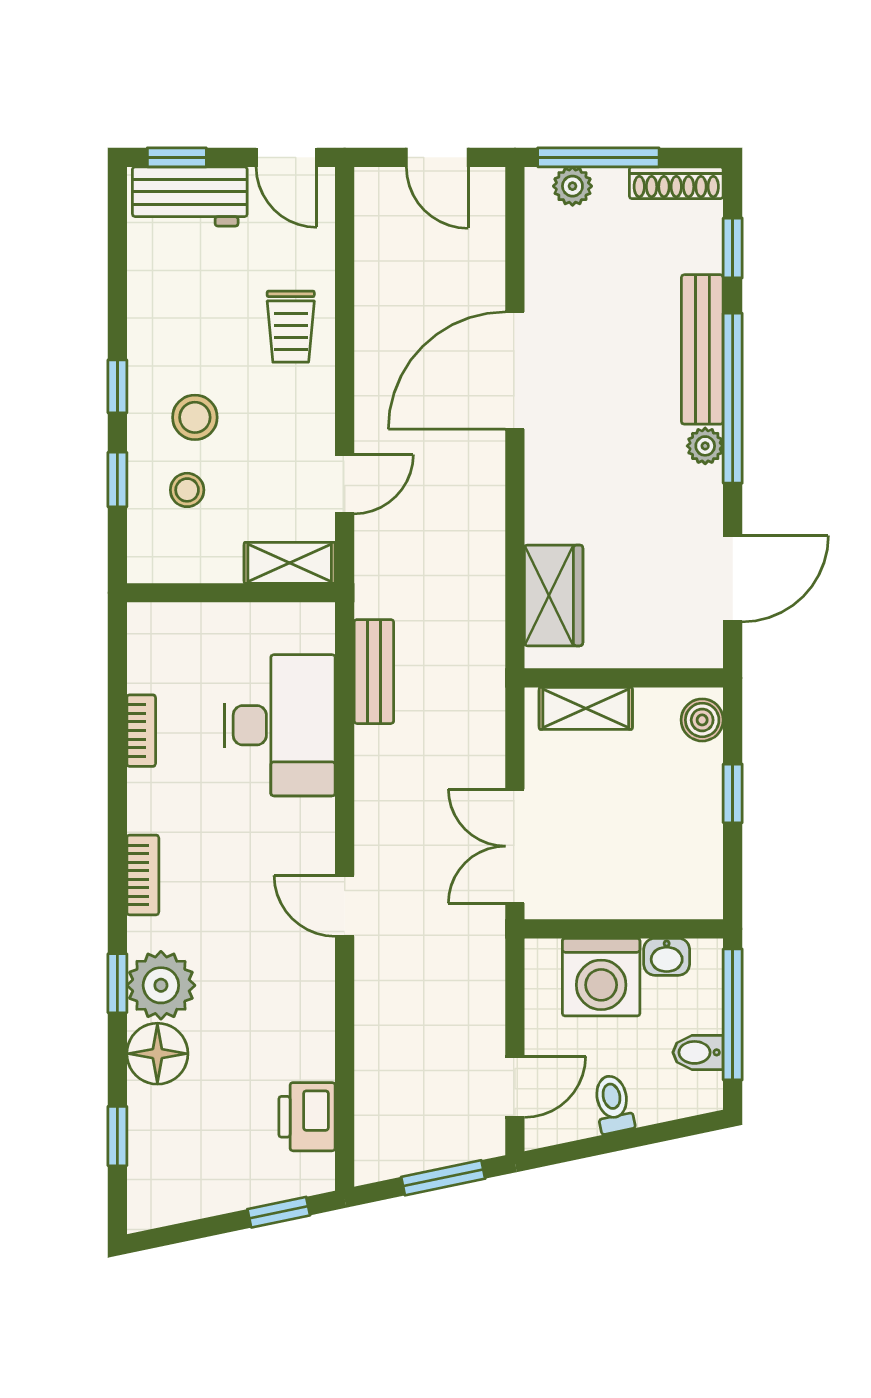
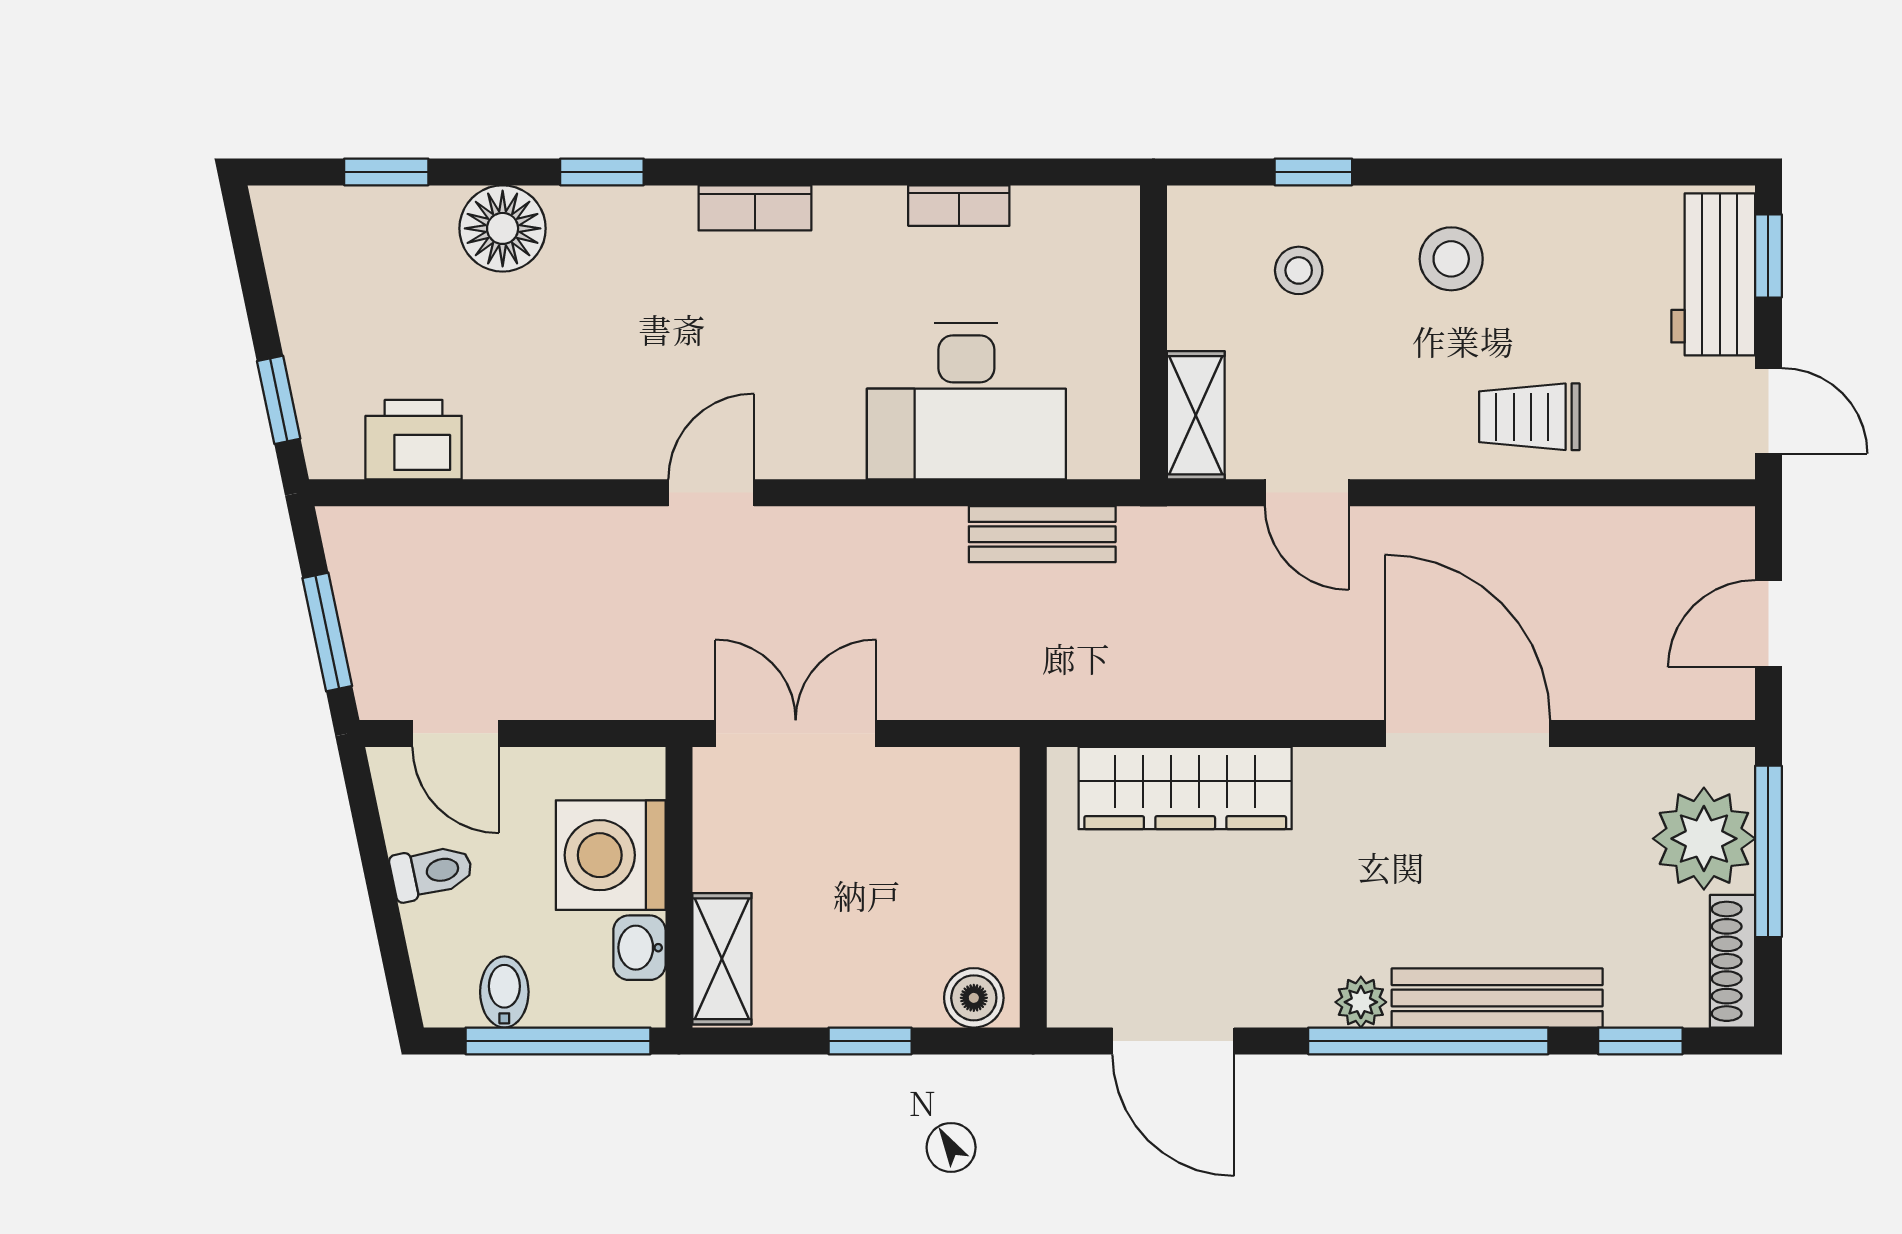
door: (287, 157) -> (1768, 411), swing flipped
plant: (572, 186) -> (1704, 839), width x1.88, depth x1.88
window: (117, 386) -> (1445, 172), removed
stool: (195, 417) -> (1451, 259), moved
wardrobe: (554, 595) -> (1185, 788), width x1.50
shelving: (586, 708) -> (722, 959), moved
plant: (161, 985) -> (599, 234), removed

